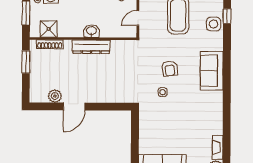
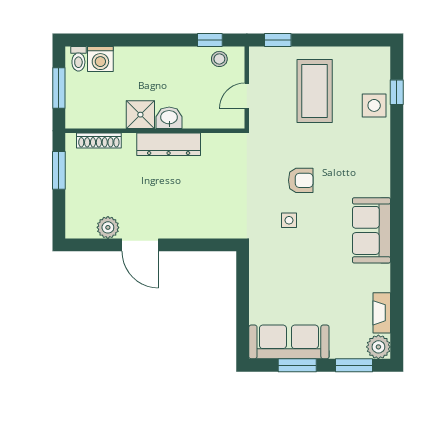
shower: (49, 29) -> (140, 115), moved
armchair: (170, 68) -> (301, 180), turned -82
sofa: (212, 71) -> (371, 230), moved
door: (74, 106) -> (140, 245), hinge flipped

